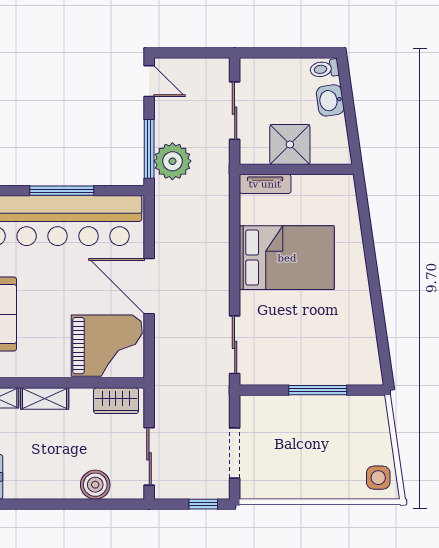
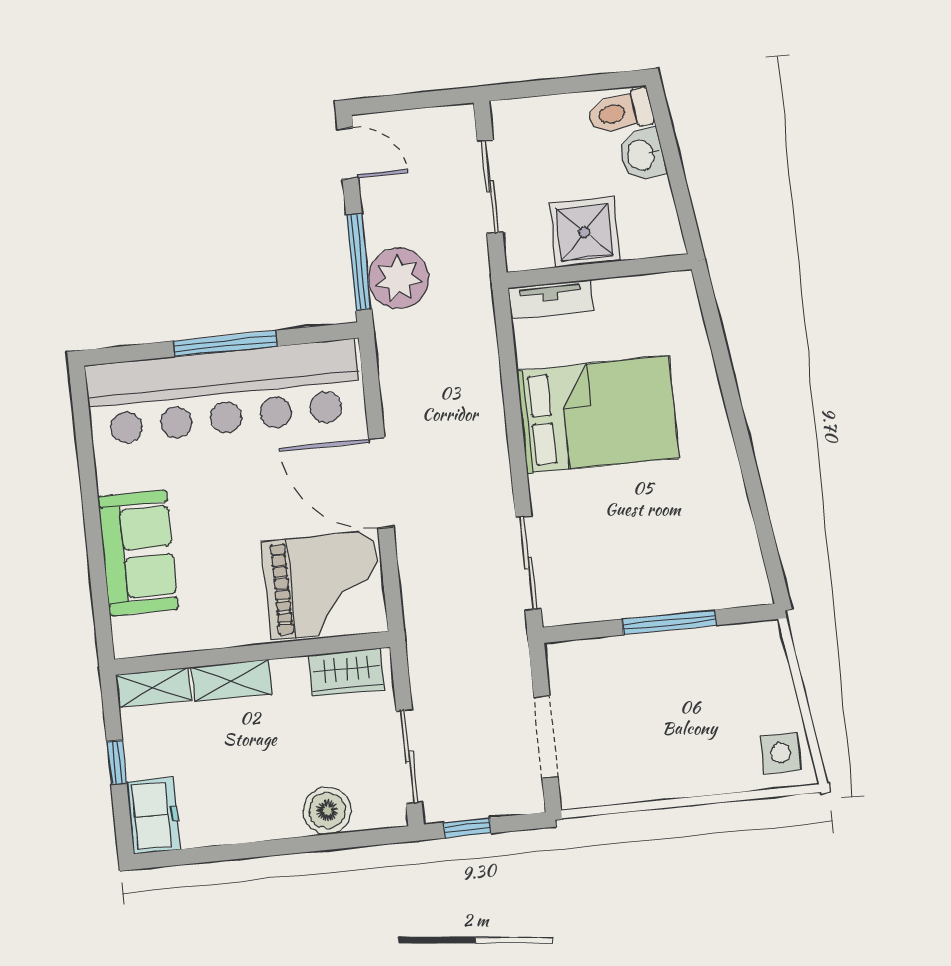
toilet: (324, 69) -> (620, 112), width x1.37, depth x1.39
window: (203, 504) -> (467, 828), moved

